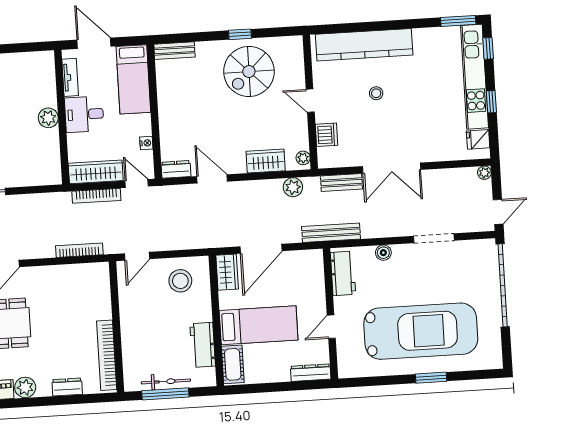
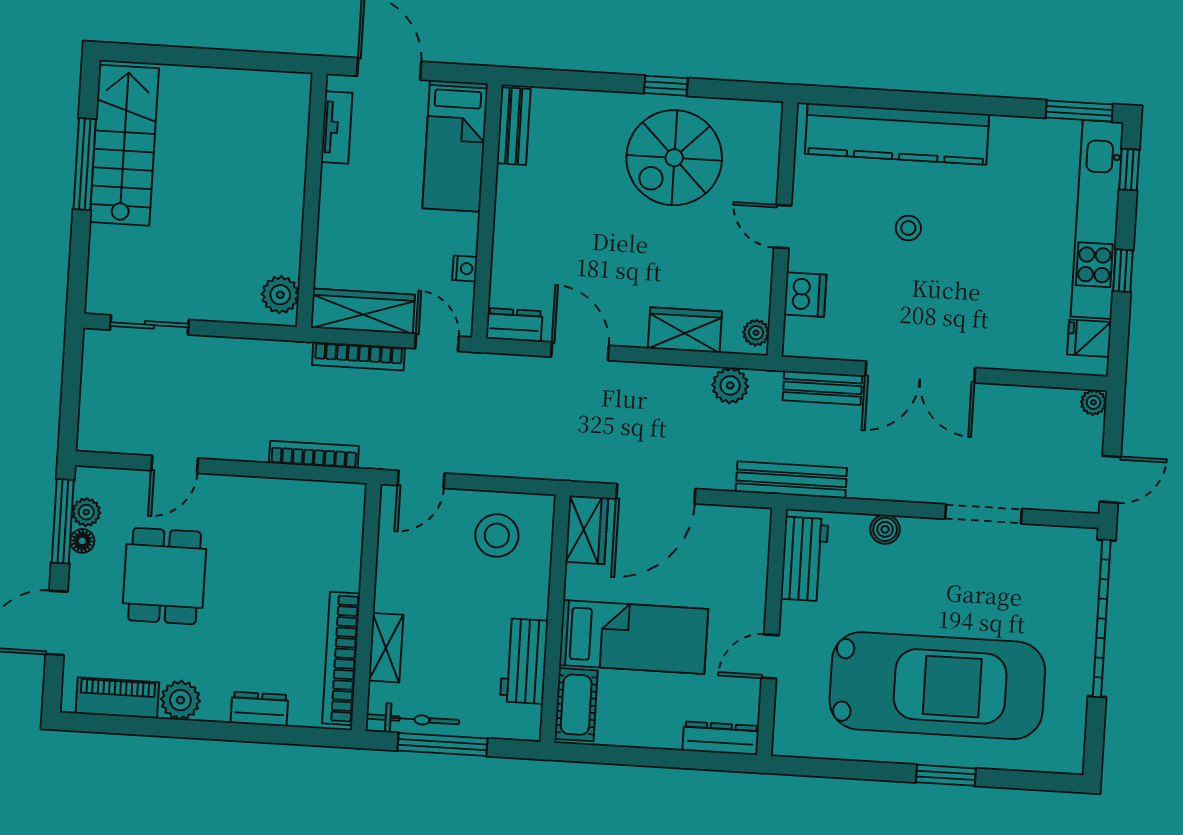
bench: (174, 51) -> (514, 126), moved, turned 90
desk: (84, 114) -> (354, 200), removed
plant: (48, 118) -> (280, 295), moved
shelving: (129, 347) -> (386, 648), added
bicycle: (166, 381) -> (413, 719), moved

